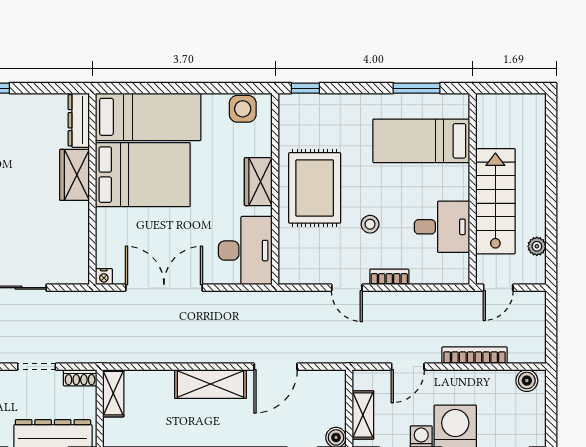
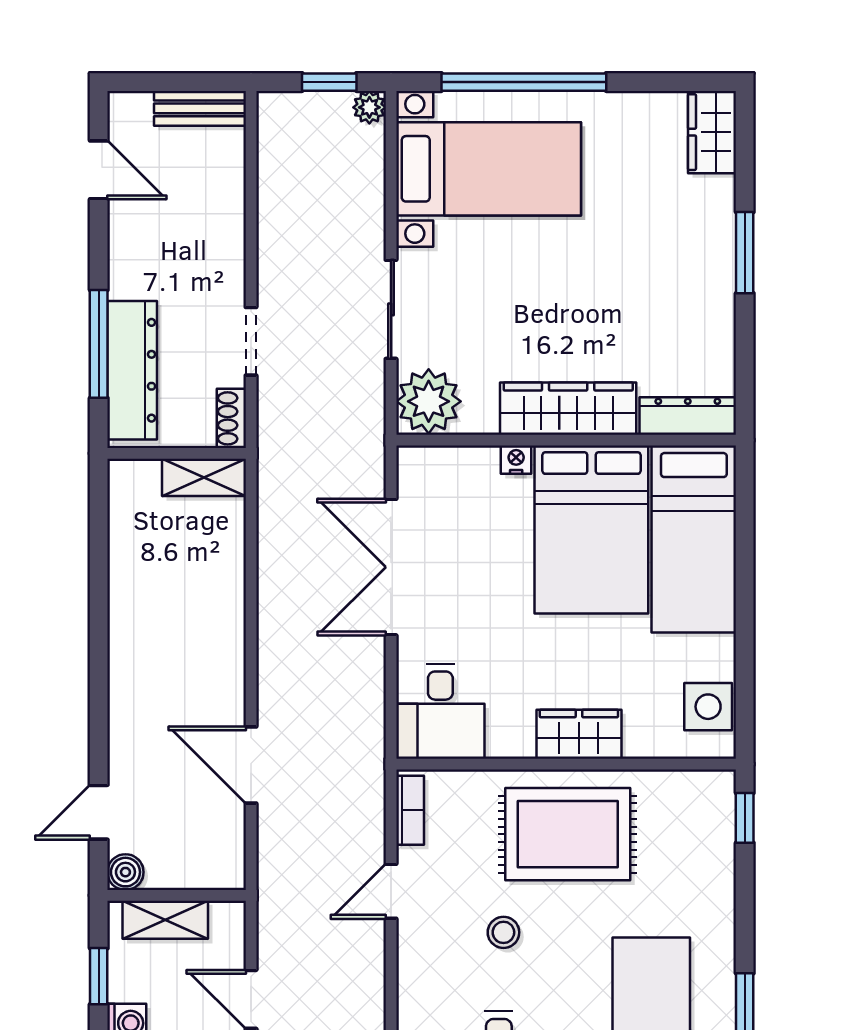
wardrobe: (75, 175) -> (568, 409), width x1.50
desk: (245, 251) -> (440, 711), width x0.73
plant: (70, 266) -> (429, 401), added
nightstand: (104, 277) -> (516, 460), moved, turned 90
bookcase: (389, 277) -> (410, 810), moved
double door: (164, 288) -> (391, 567), swing flipped
shelving: (210, 384) -> (220, 650), removed

